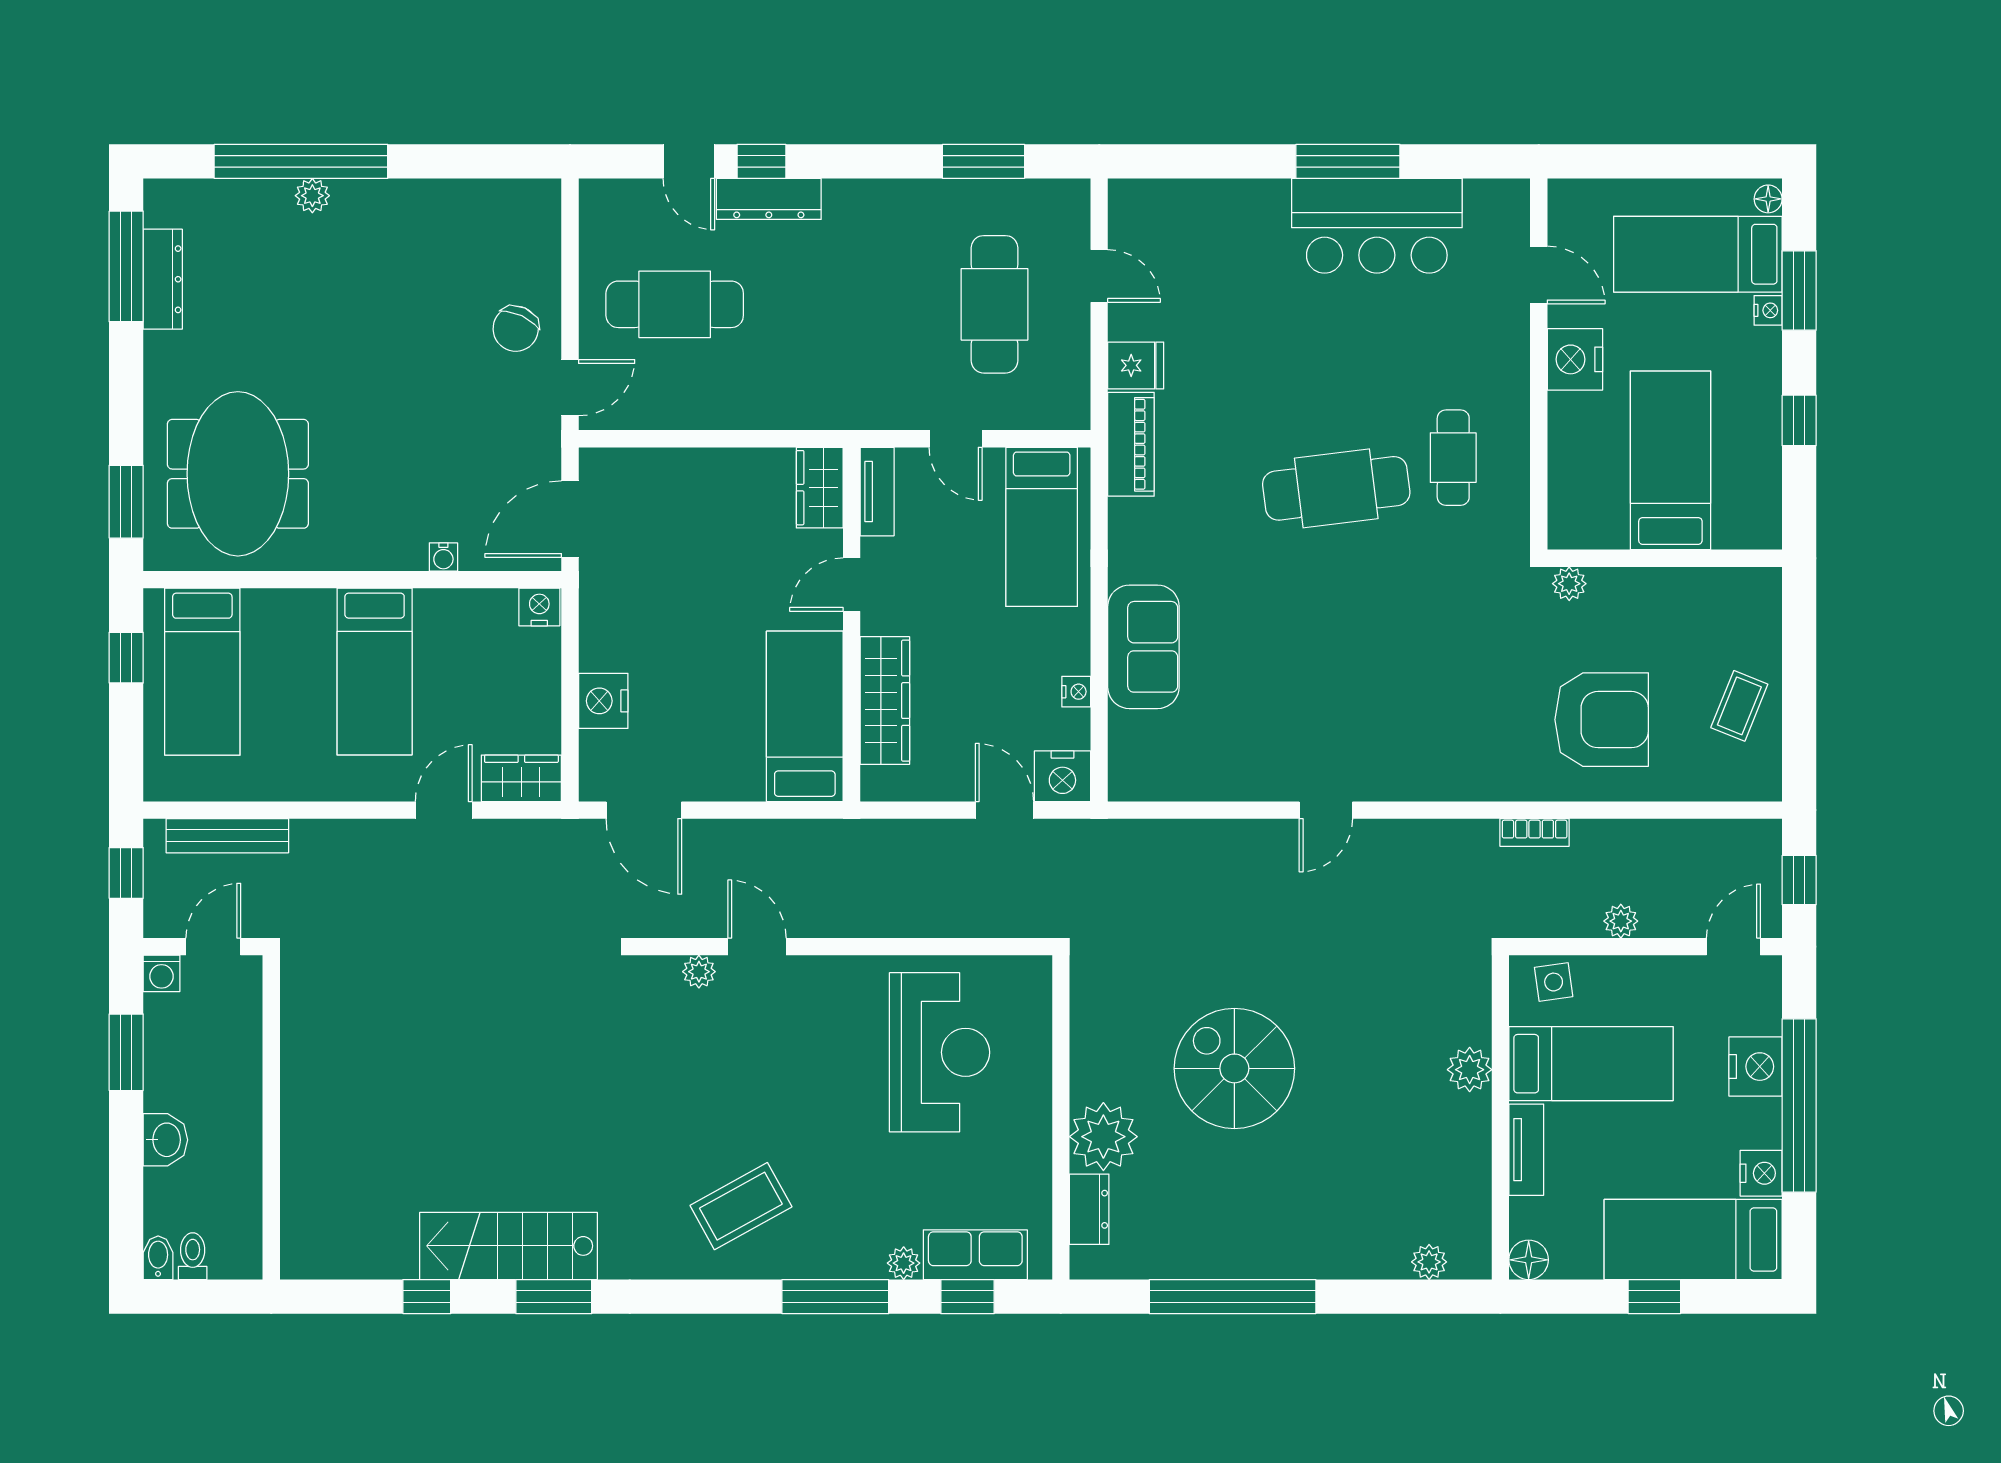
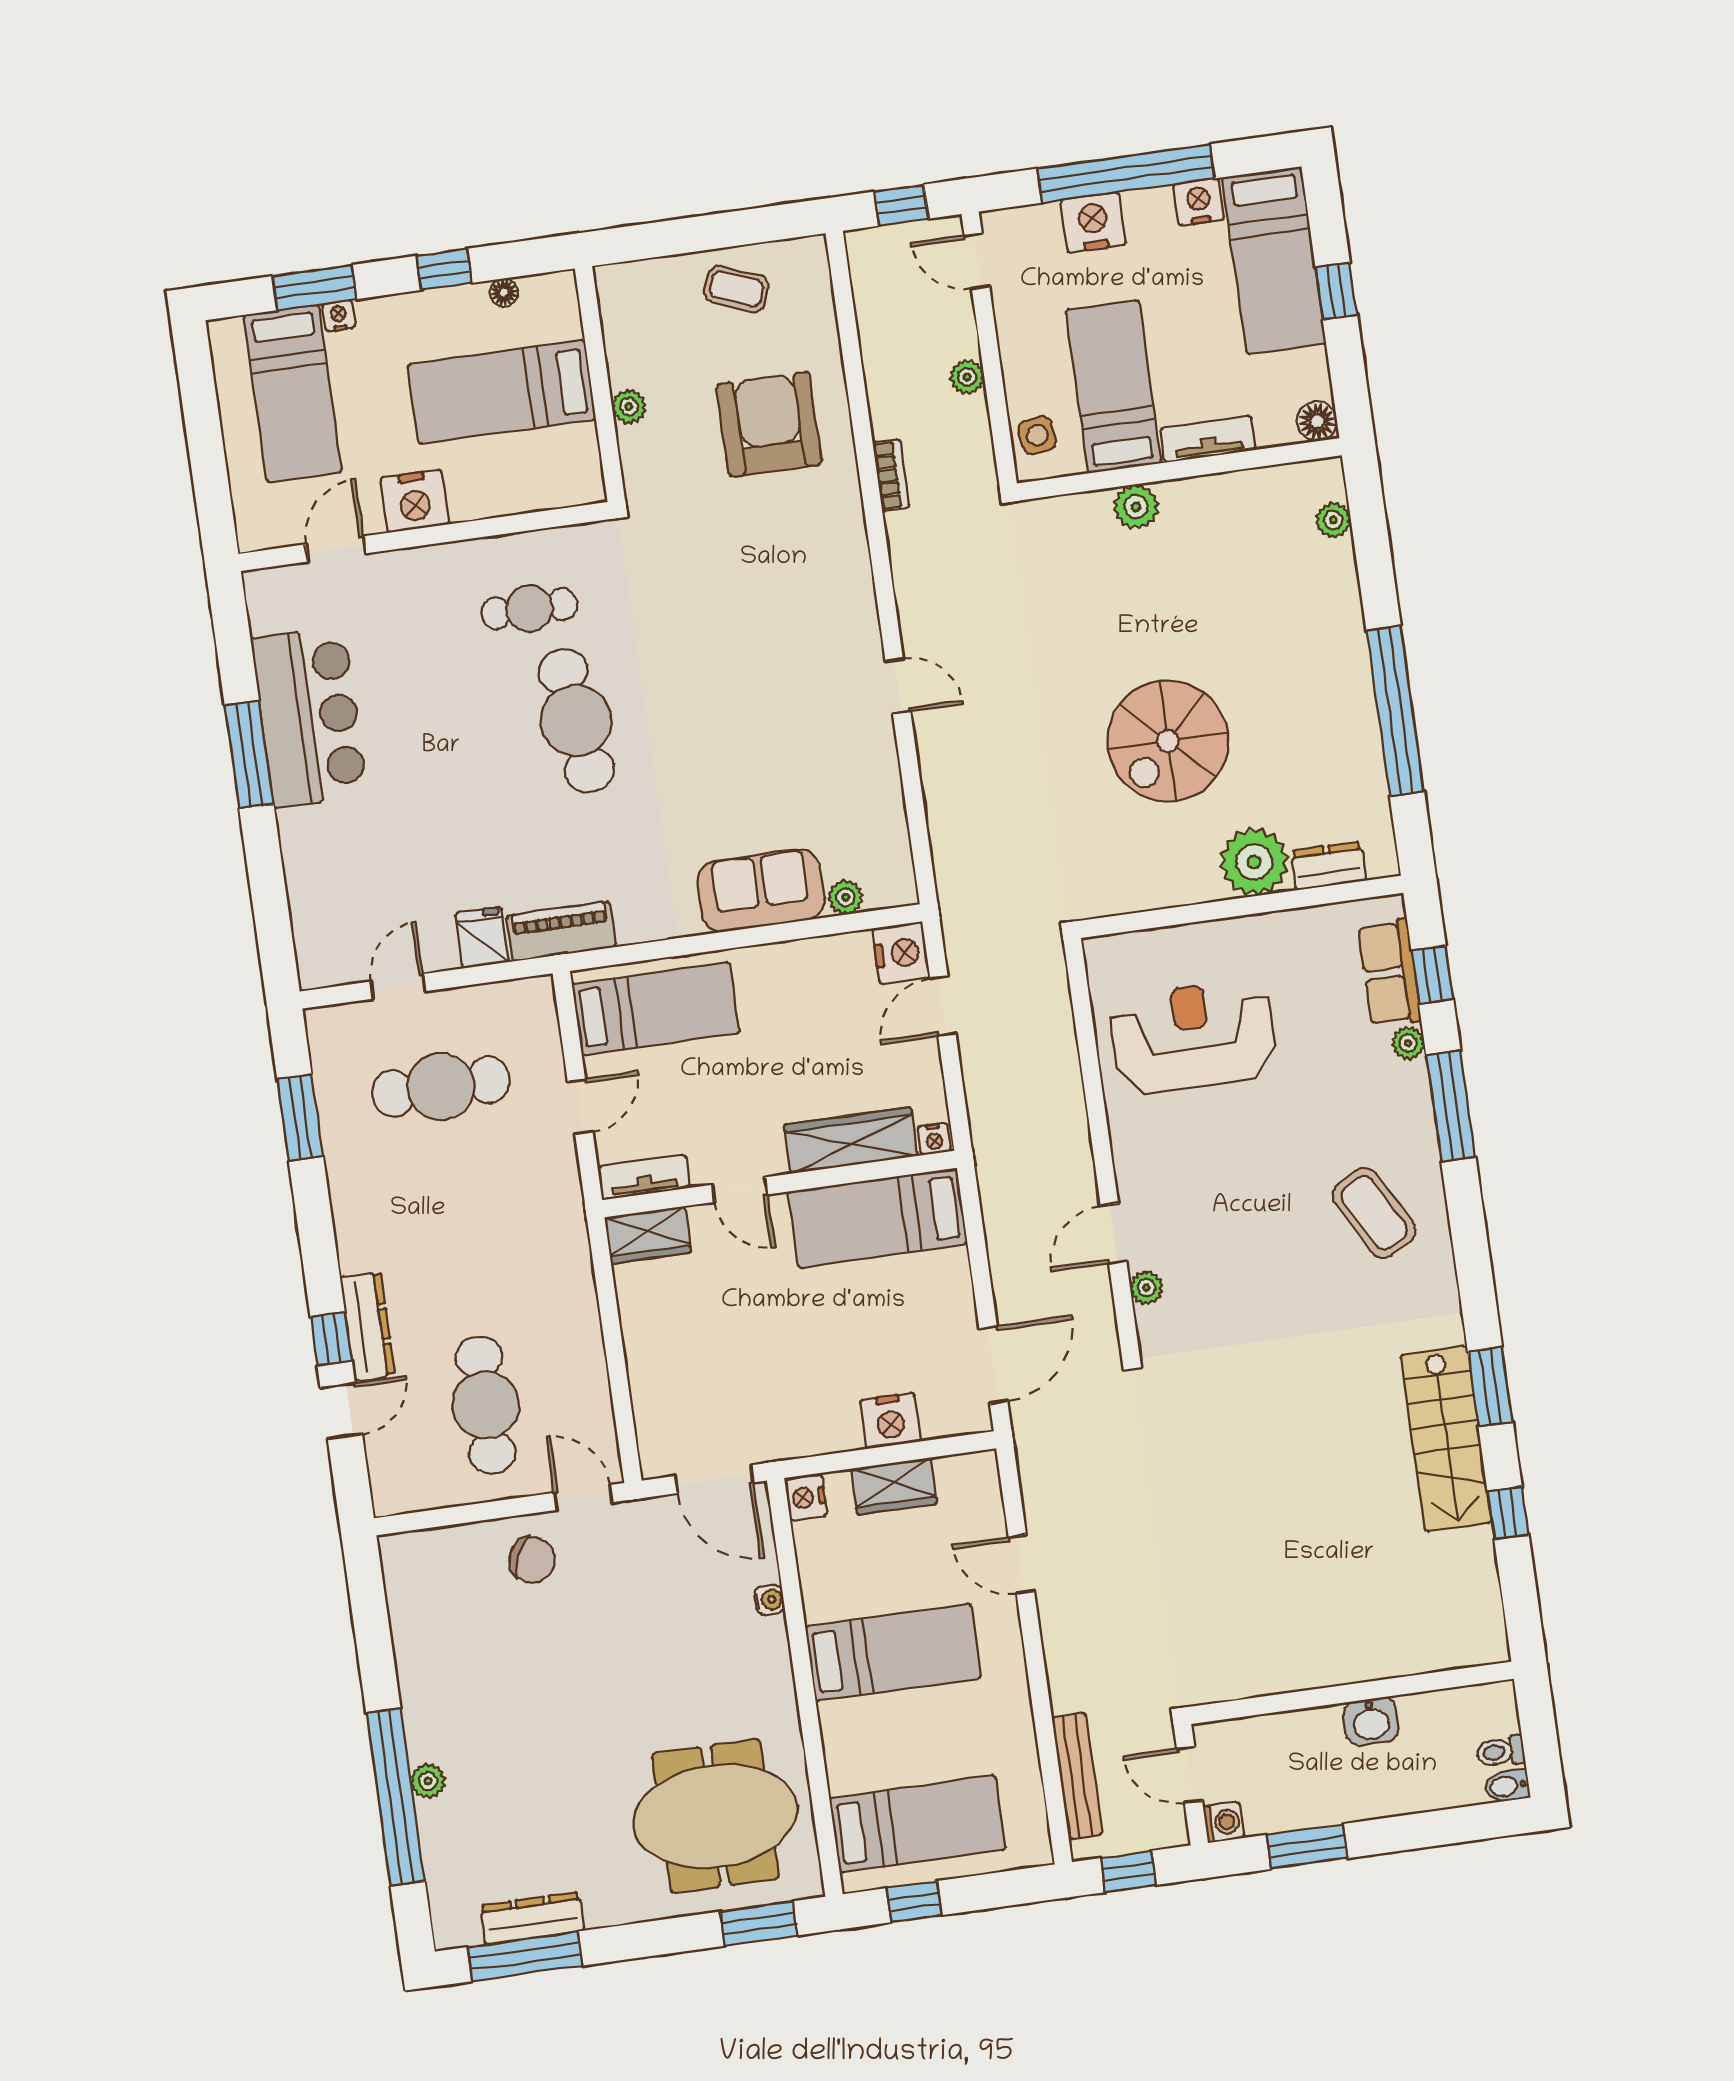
floor lamp: (1768, 199) -> (504, 292), moved
plant: (1569, 584) -> (629, 407), moved
nightstand: (1076, 692) -> (934, 1139), moved, turned 180
plant: (1125, 729) -> (846, 897), added
wardrobe: (521, 778) -> (894, 1486), moved, turned -90
washbasin: (165, 1140) -> (1371, 1721), moved, turned 180

